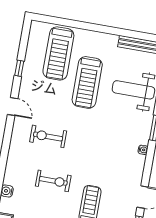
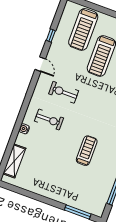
exercise bike: (53, 181) -> (49, 120), moved

